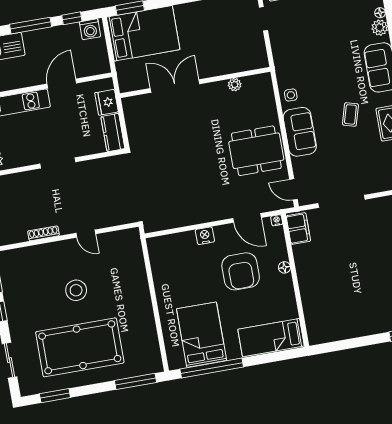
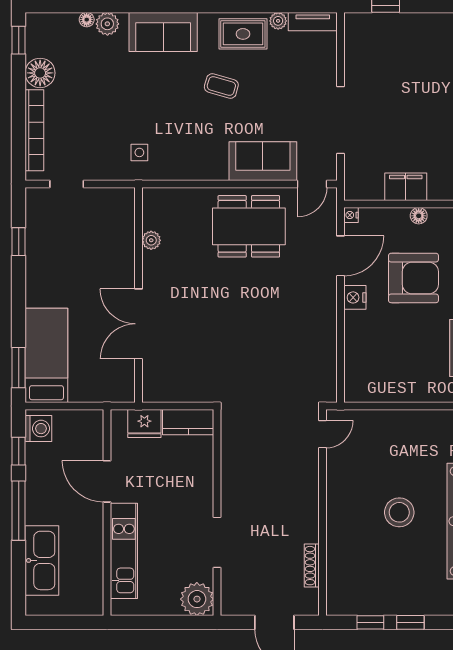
bed: (143, 33) -> (46, 355), width x0.67
side table: (291, 95) -> (139, 152), moved
sofa: (300, 132) -> (263, 161), moved
dining table: (256, 151) -> (249, 226), turned 90
doorway: (58, 163) -> (217, 542), moved
filing cabinet: (298, 228) -> (406, 187), moved
shoe rack: (43, 233) -> (312, 566), moved
door: (86, 234) -> (322, 434), moved
nightstand: (205, 236) -> (355, 297), moved

